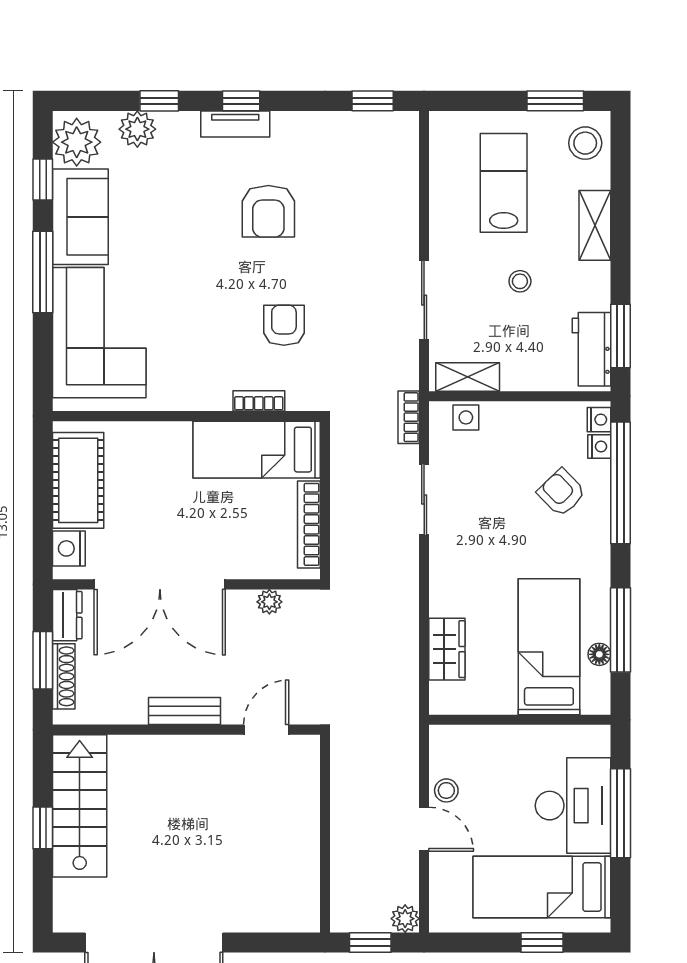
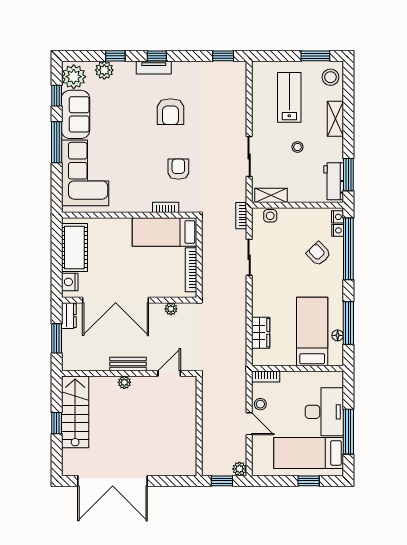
shoe rack: (64, 676) -> (67, 347), removed
bookcase: (457, 736) -> (266, 377), added
plant: (177, 747) -> (124, 382), added
window: (620, 813) -> (348, 432), moved

